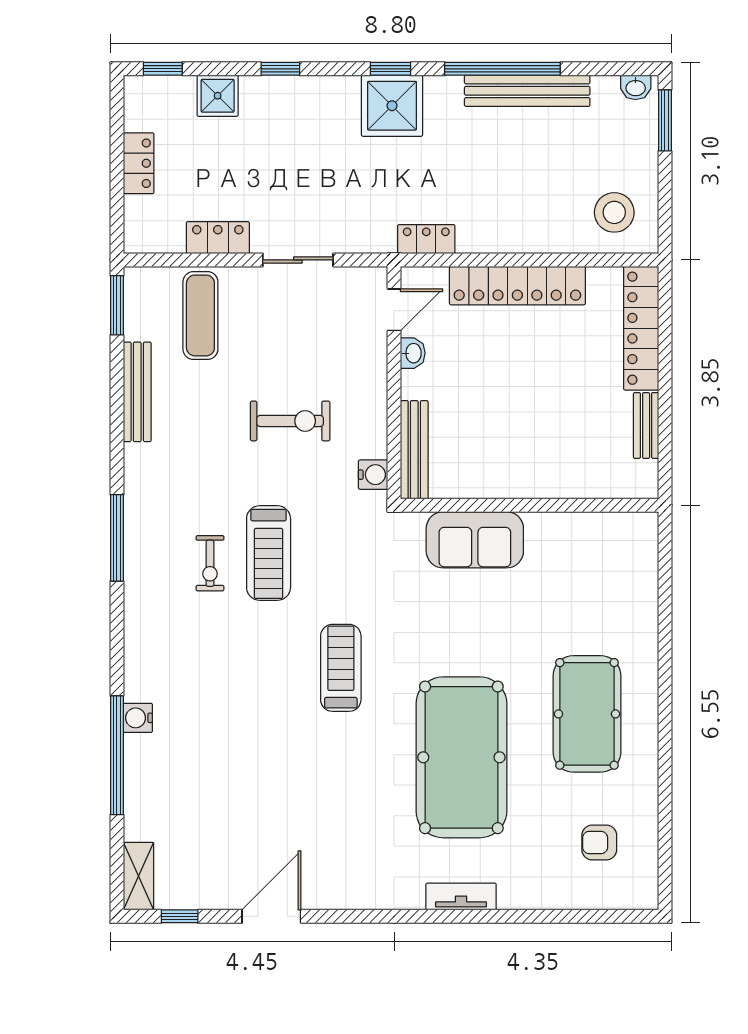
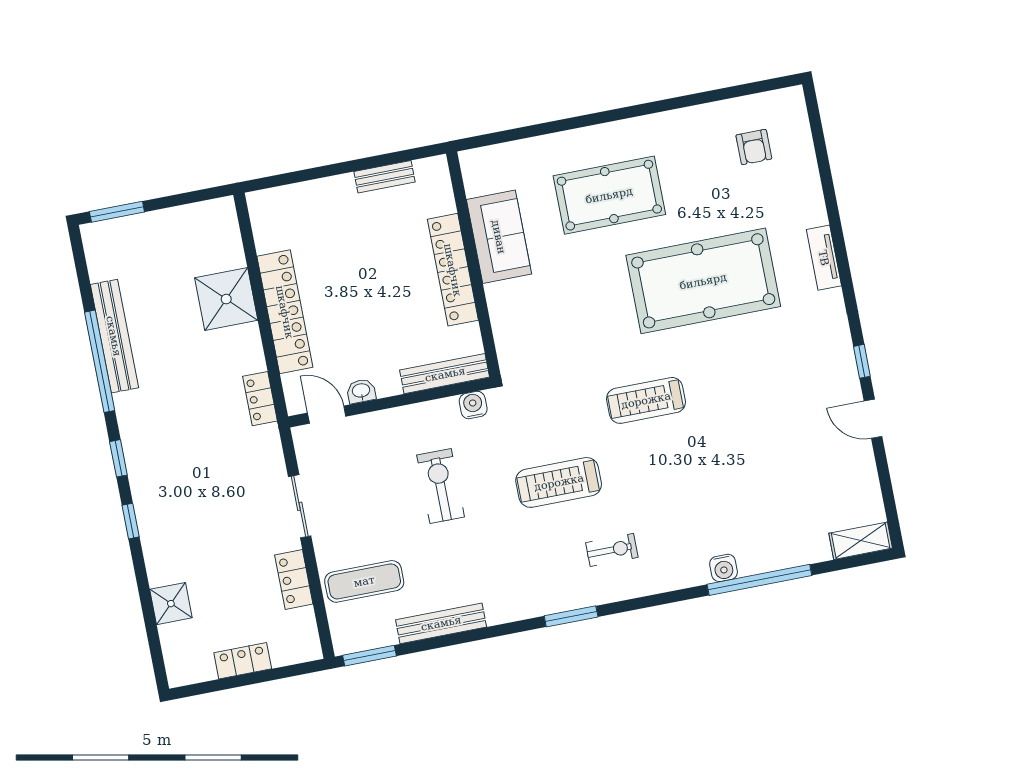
window: (163, 69) -> (157, 656), removed
window: (280, 69) -> (131, 521), moved
washbasin: (636, 87) -> (93, 243), removed
shower: (392, 106) -> (226, 299), moved
stool: (614, 212) -> (205, 240), removed
locker: (641, 328) -> (453, 270), moved, turned 90
window: (117, 538) -> (571, 616), width x0.69
sofa: (475, 540) -> (499, 237), moved
treadmill: (269, 553) -> (559, 482), turned 180
exercise bike: (210, 563) -> (612, 550), moved
pool table: (587, 714) -> (609, 195), moved
window: (180, 916) -> (862, 361), moved
door: (271, 916) -> (873, 419), width x0.73

